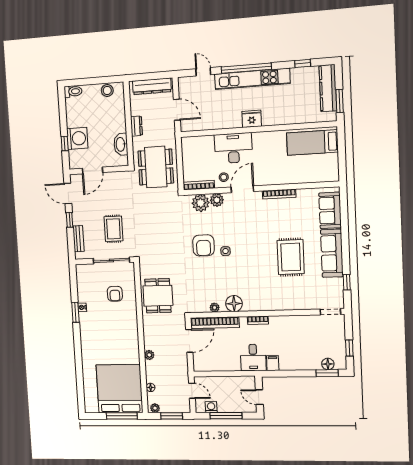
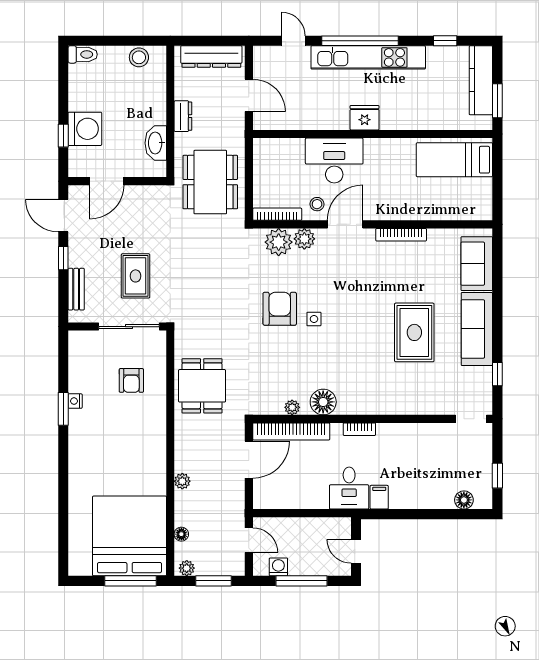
armchair: (203, 245) -> (280, 309), turned 180
window: (327, 373) -> (462, 514), removed

